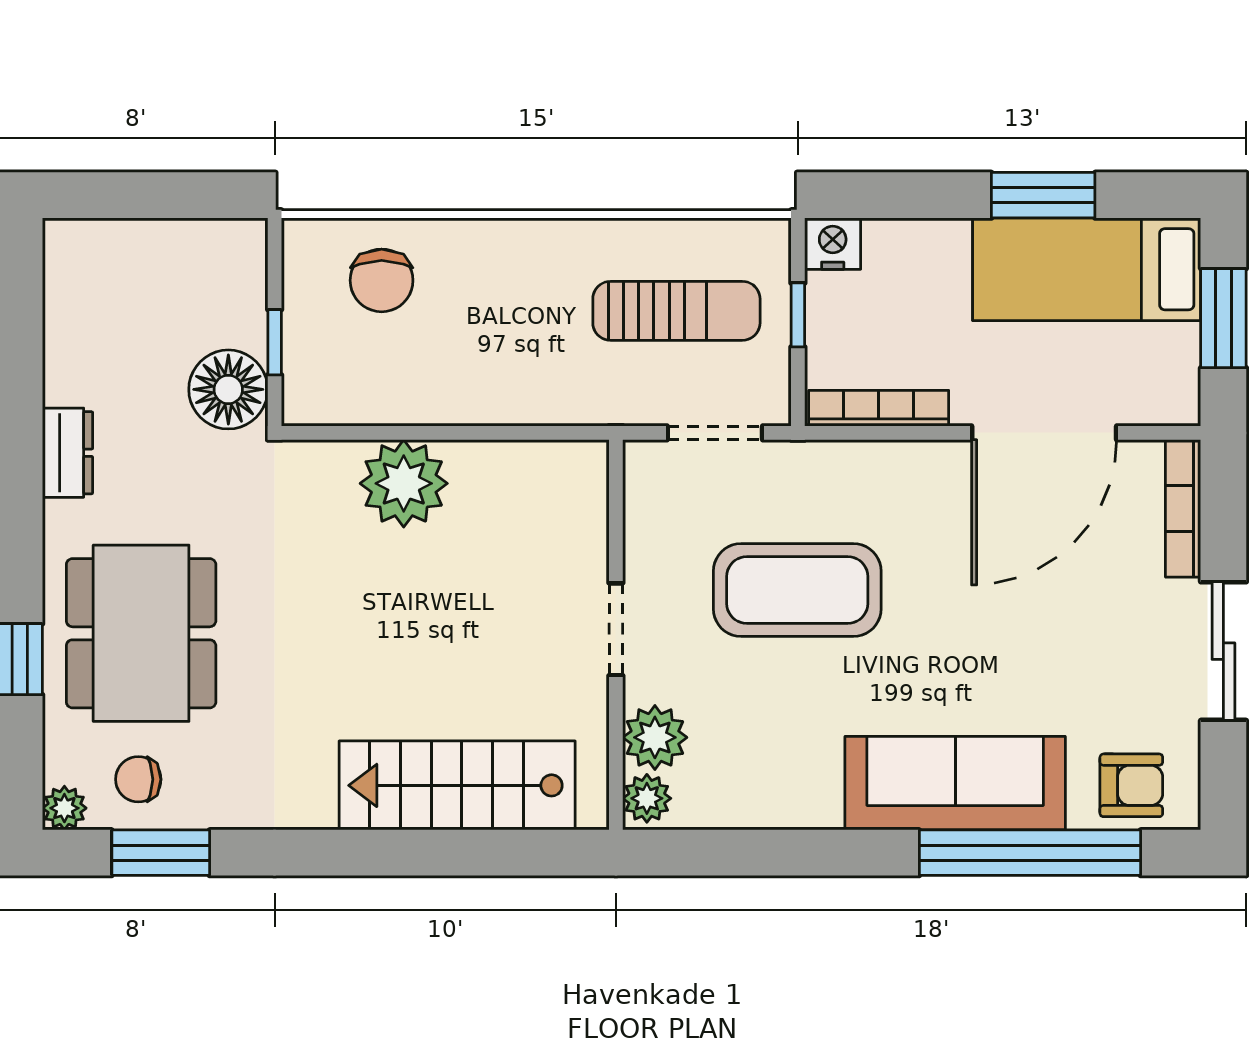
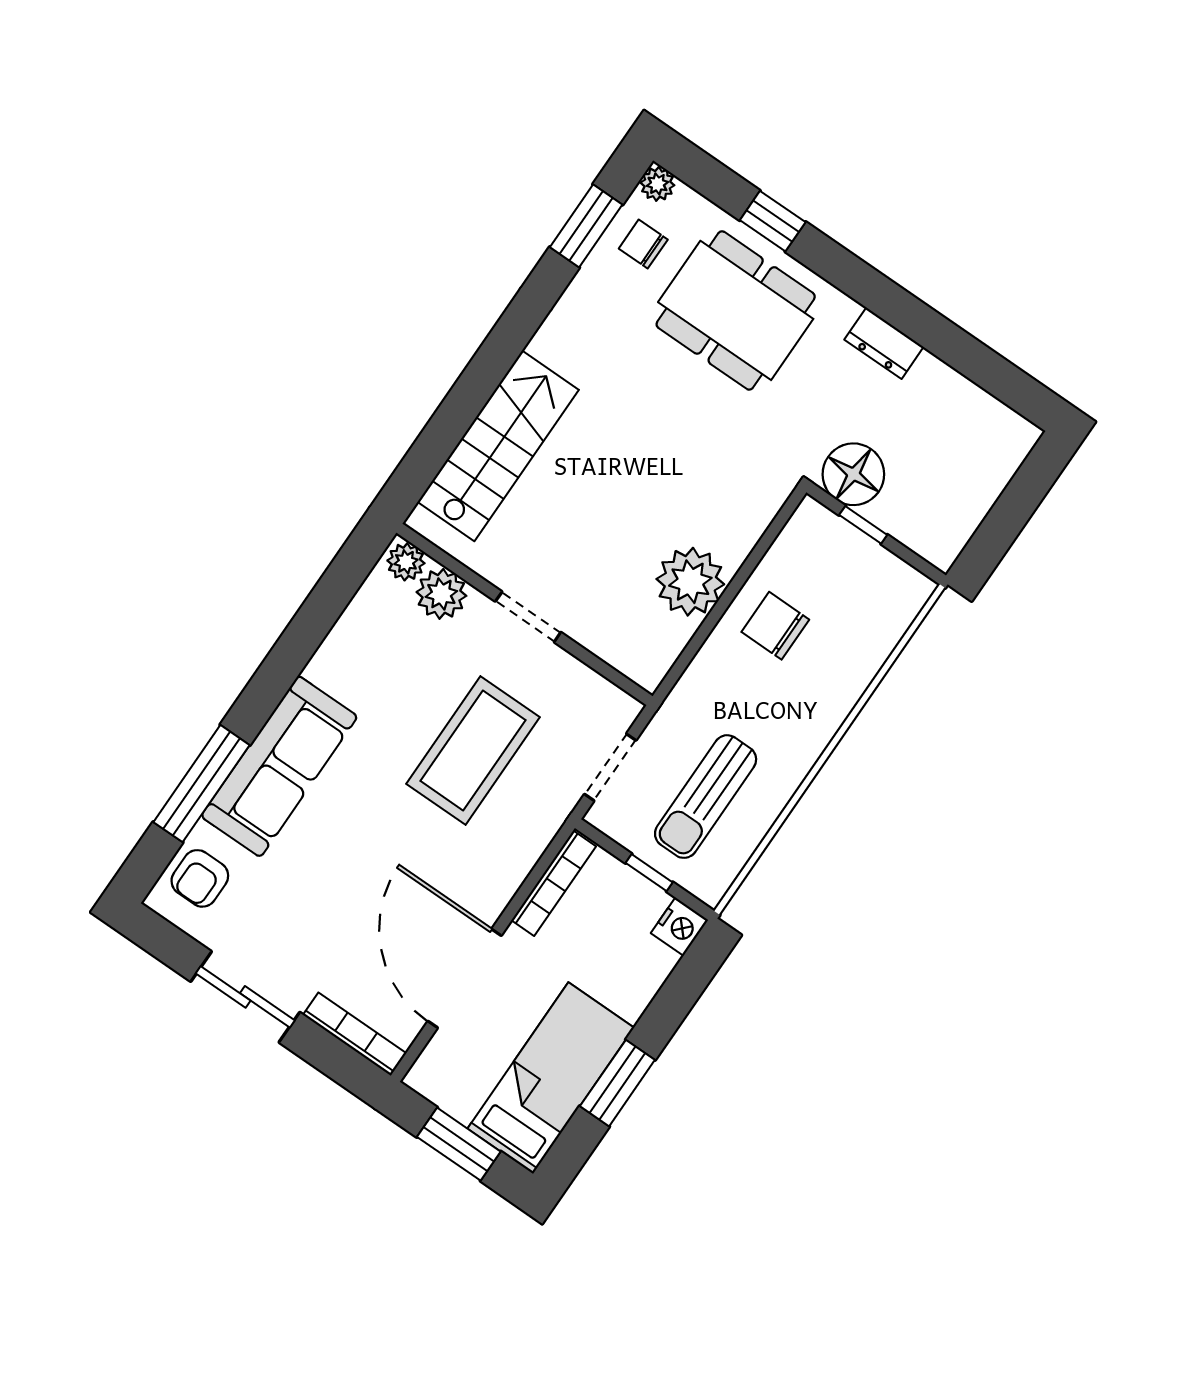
chair: (382, 280) -> (775, 626), moved
plant: (404, 483) -> (690, 582), moved
chair: (138, 779) -> (643, 244), turned -90
window: (1030, 853) -> (201, 784), width x0.68

